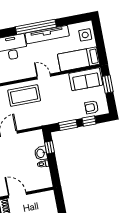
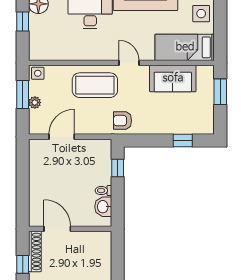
sofa: (86, 79) -> (173, 78), moved
armchair: (92, 107) -> (123, 121), moved
window: (68, 125) -> (151, 141), removed
washbasin: (41, 153) -> (103, 207), moved

